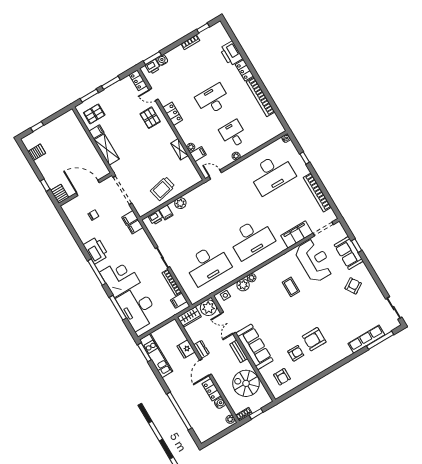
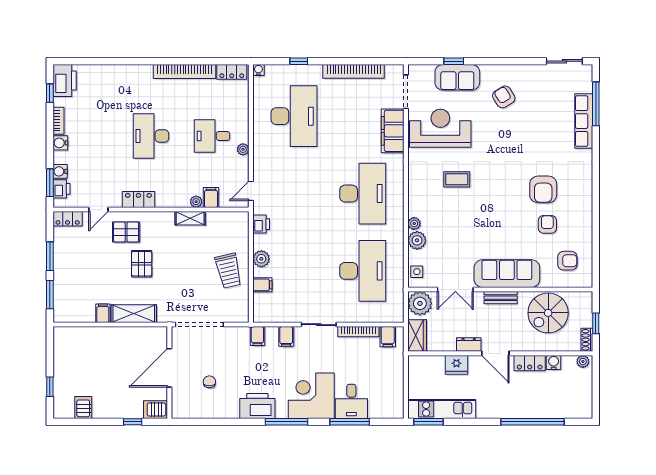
water cooler: (178, 51) -> (60, 143), added
printer: (231, 53) -> (65, 80), moved, turned -90
locker: (244, 70) -> (232, 72), moved
pallet: (94, 114) -> (142, 264), moved
filing cabinet: (130, 218) -> (286, 336), moved
printer: (156, 218) -> (261, 224), moved
desk: (138, 308) -> (351, 401), width x0.53, depth x0.77

